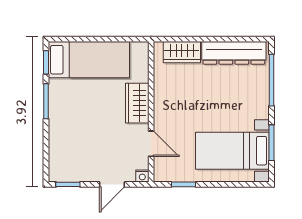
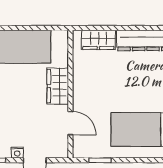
nightstand: (142, 176) -> (17, 153), moved

